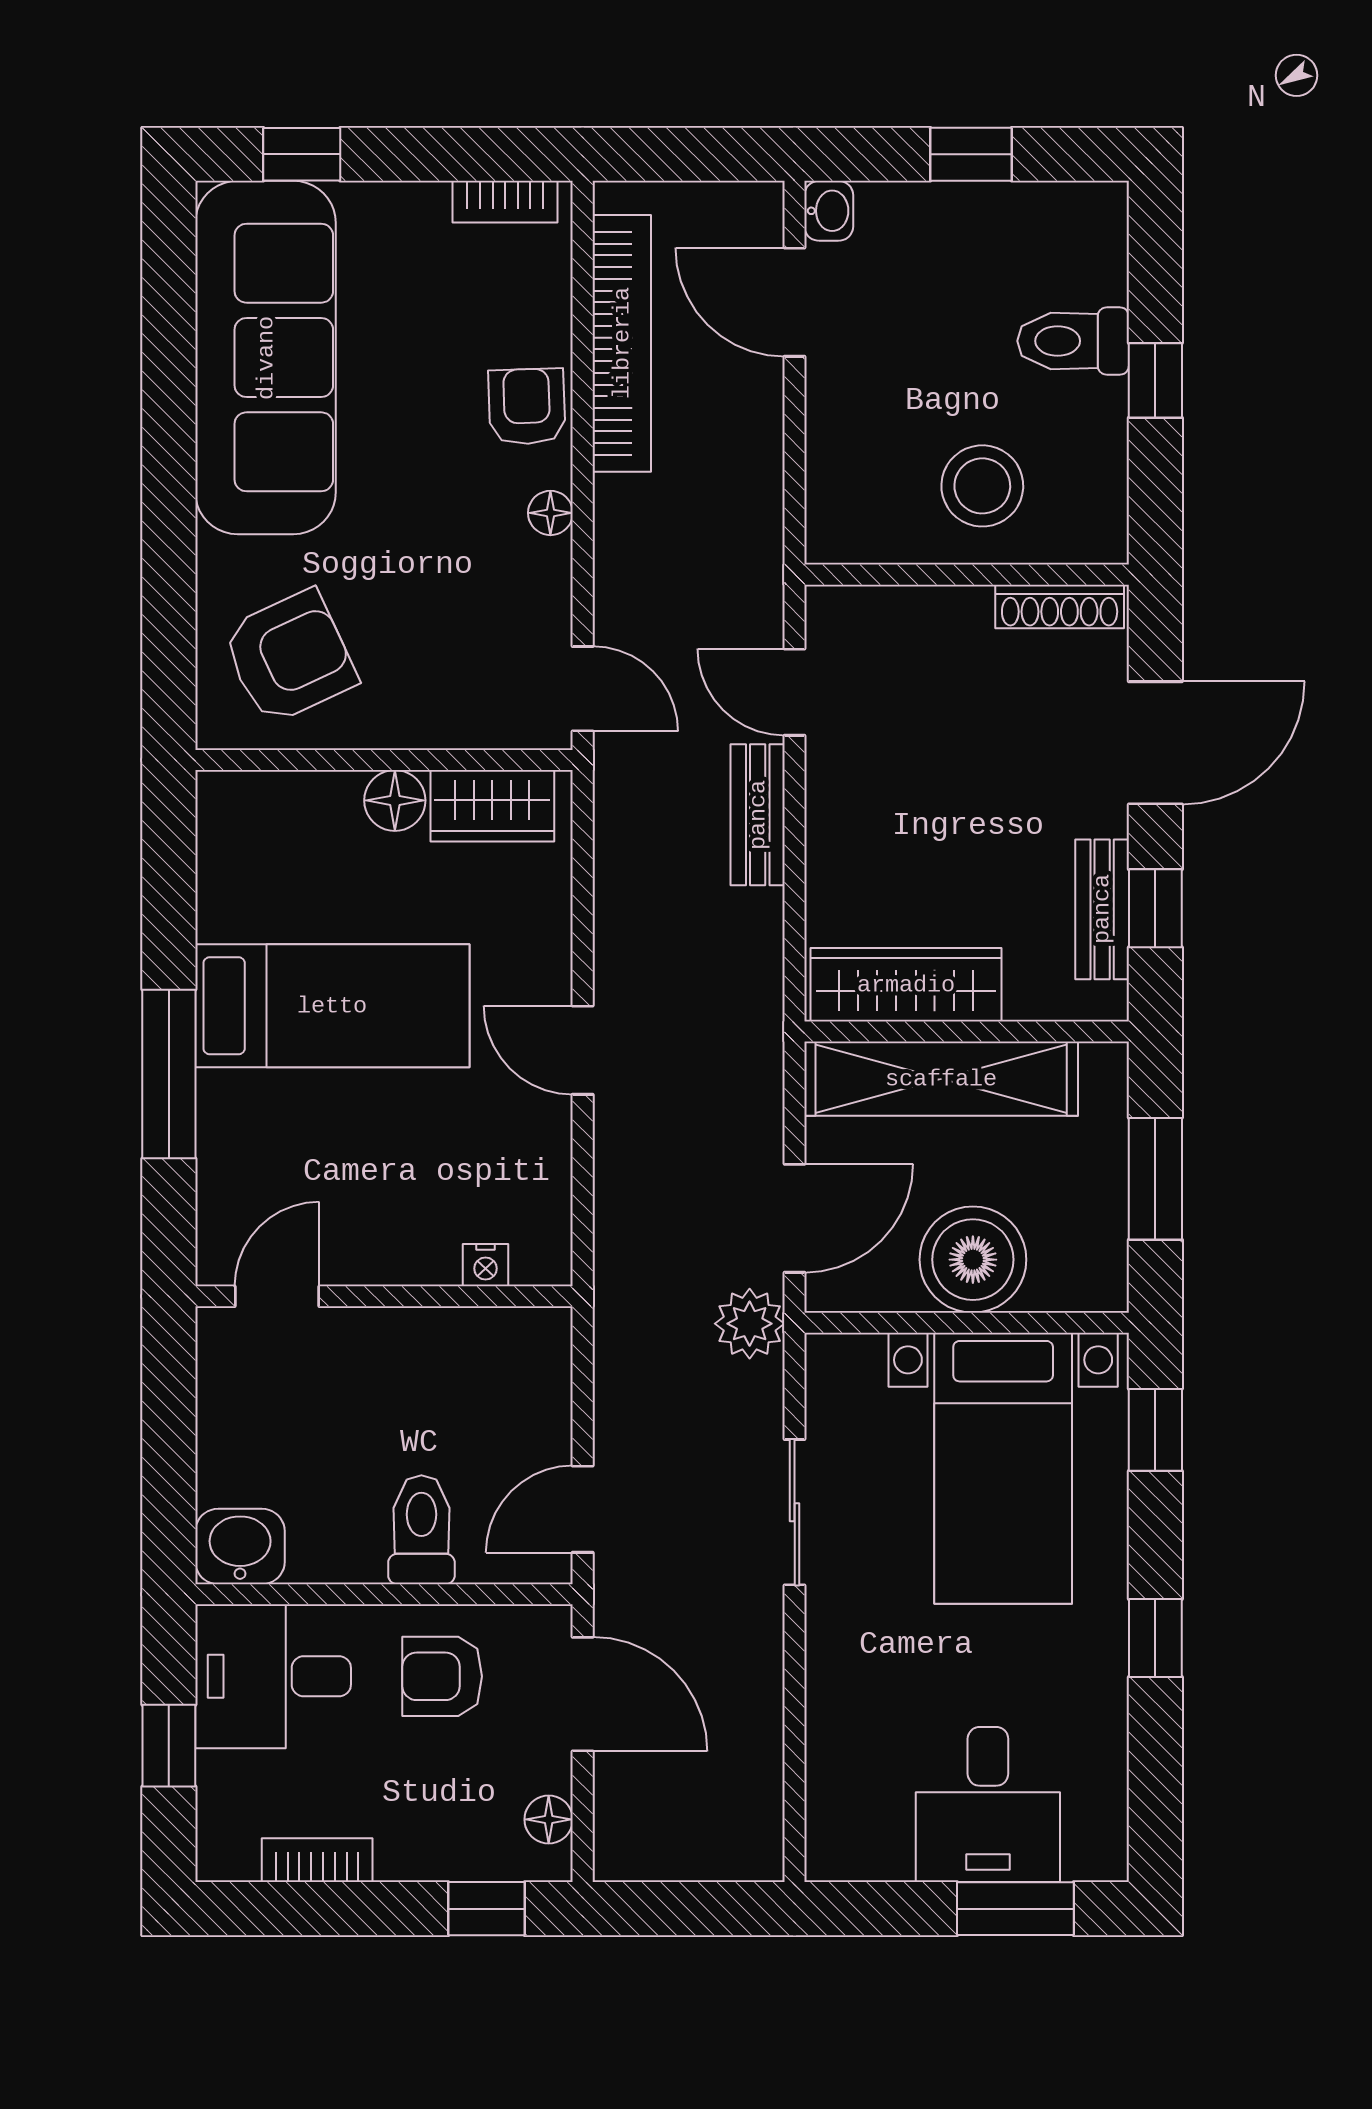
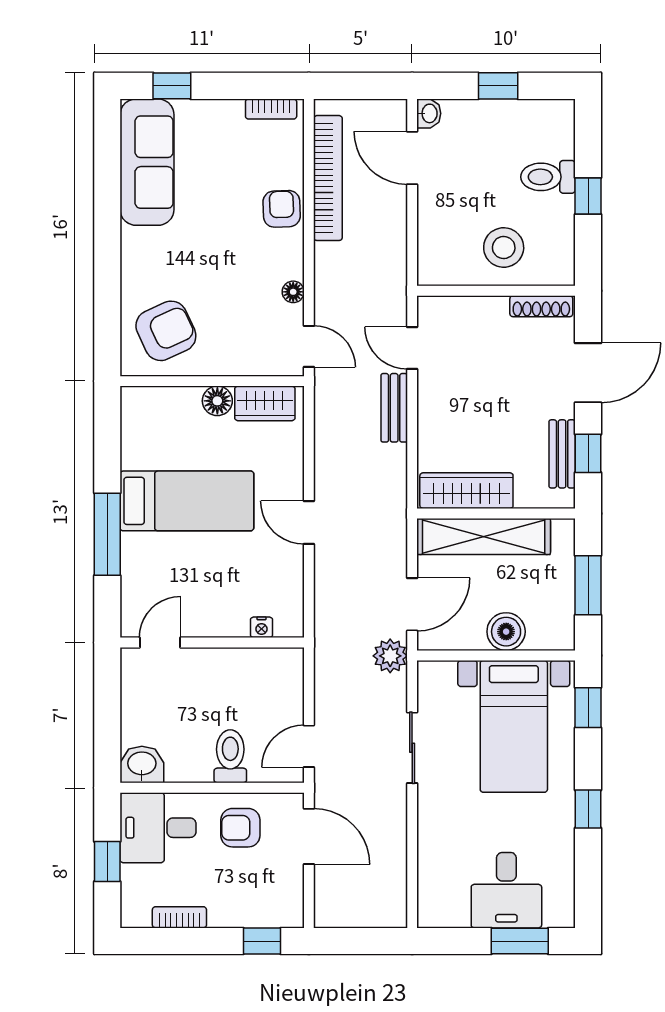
sofa: (266, 358) -> (147, 162), width x0.74, depth x0.79
floor lamp: (550, 513) -> (293, 292), moved
boiler: (973, 1260) -> (506, 632), width x0.73, depth x0.73
floor lamp: (549, 1819) -> (292, 898), removed

